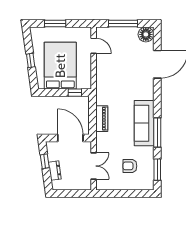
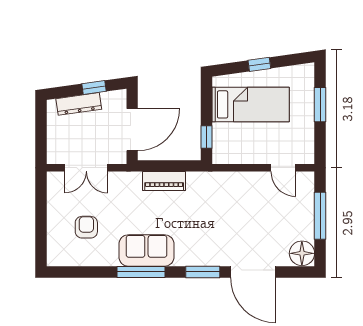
door: (94, 46) -> (283, 168), hinge flipped
bed: (60, 66) -> (251, 104), width x0.67
sofa: (144, 123) -> (146, 250), width x0.73
window: (157, 170) -> (203, 272), moved
dresser: (55, 171) -> (79, 104), width x1.44

